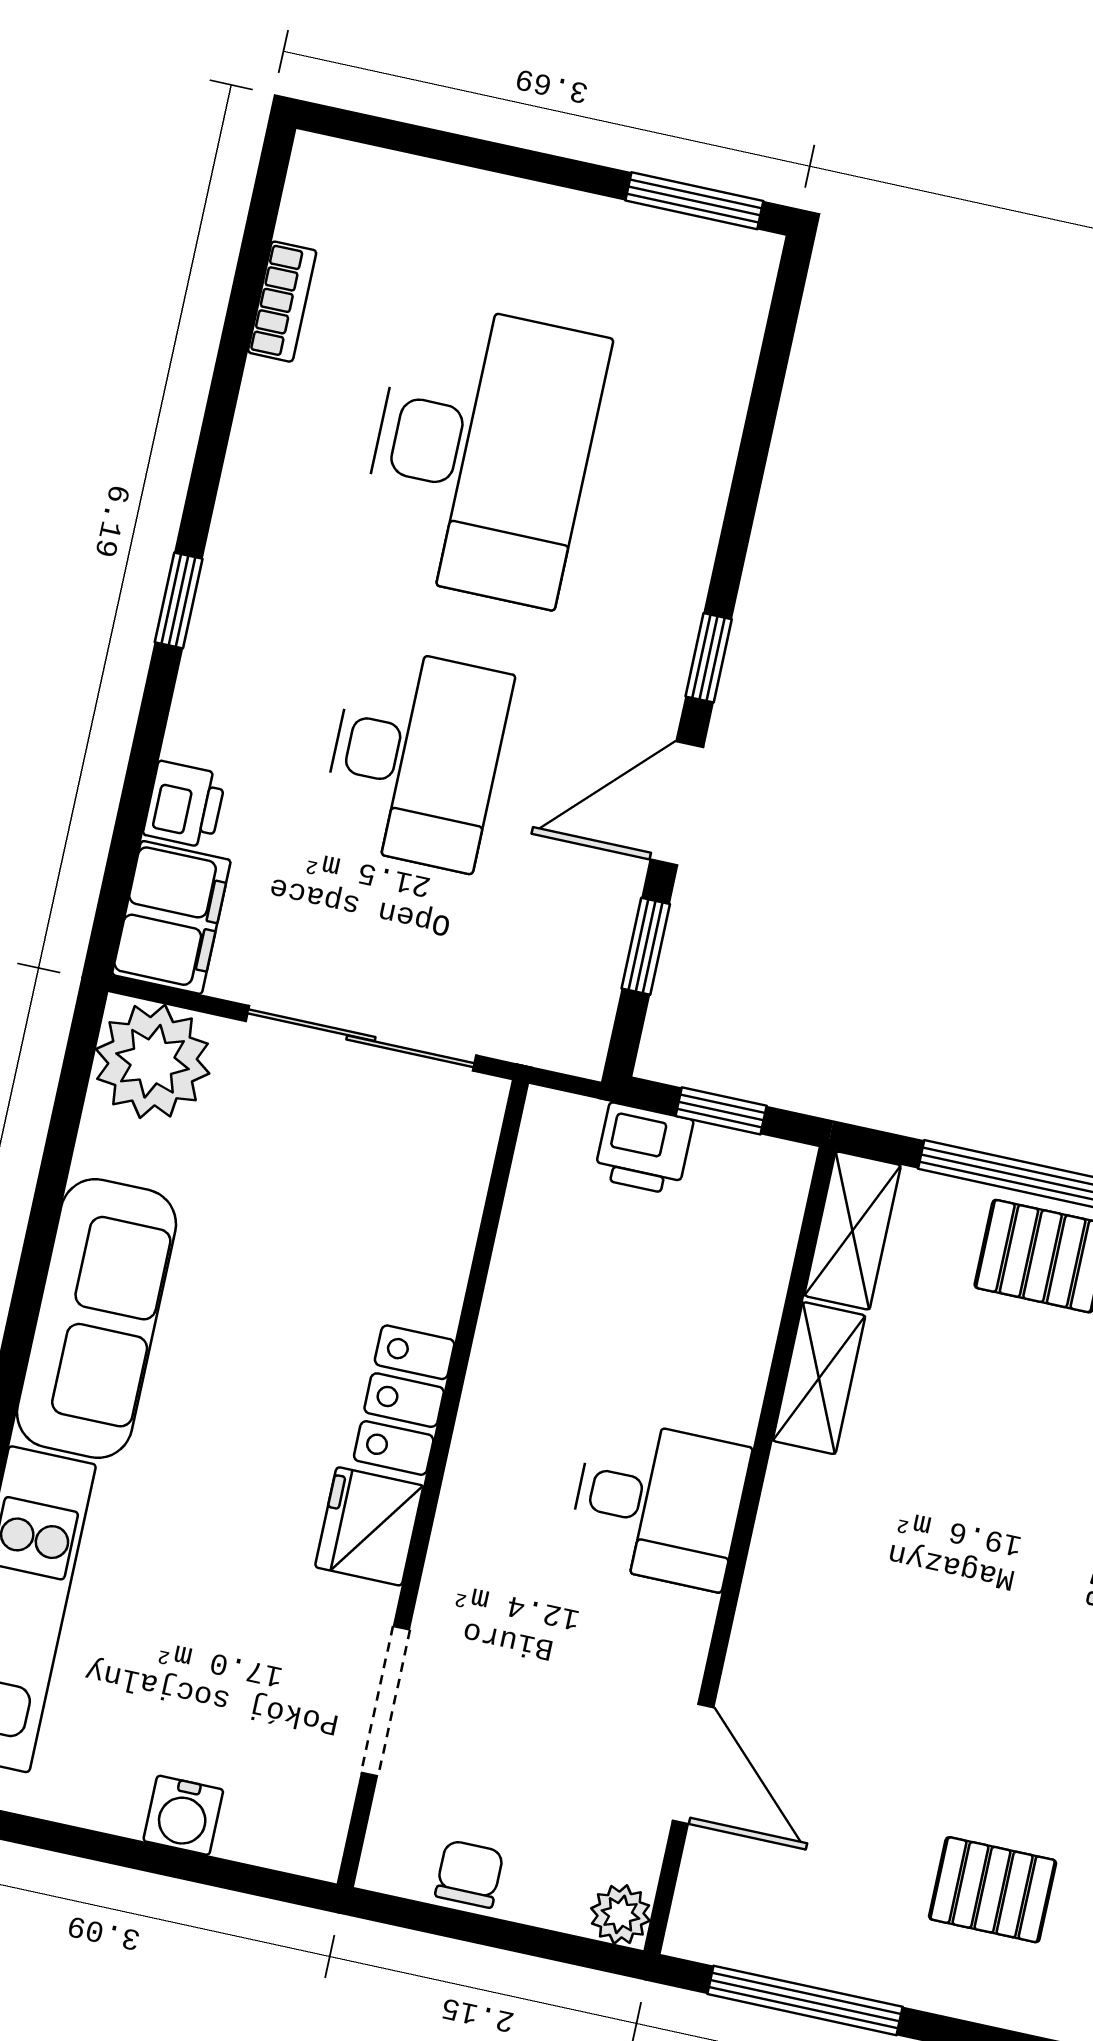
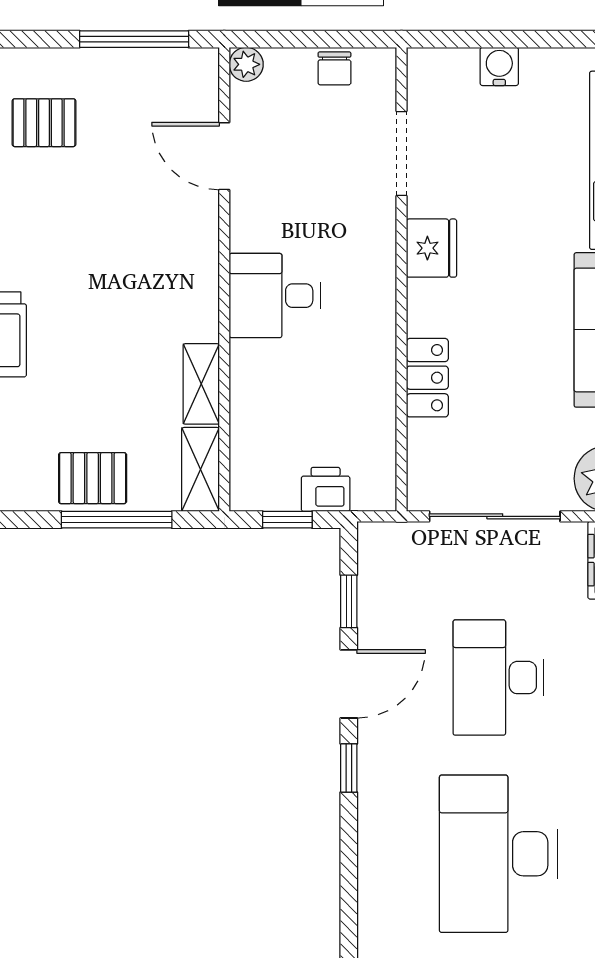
locker: (404, 1400) -> (427, 378), moved

